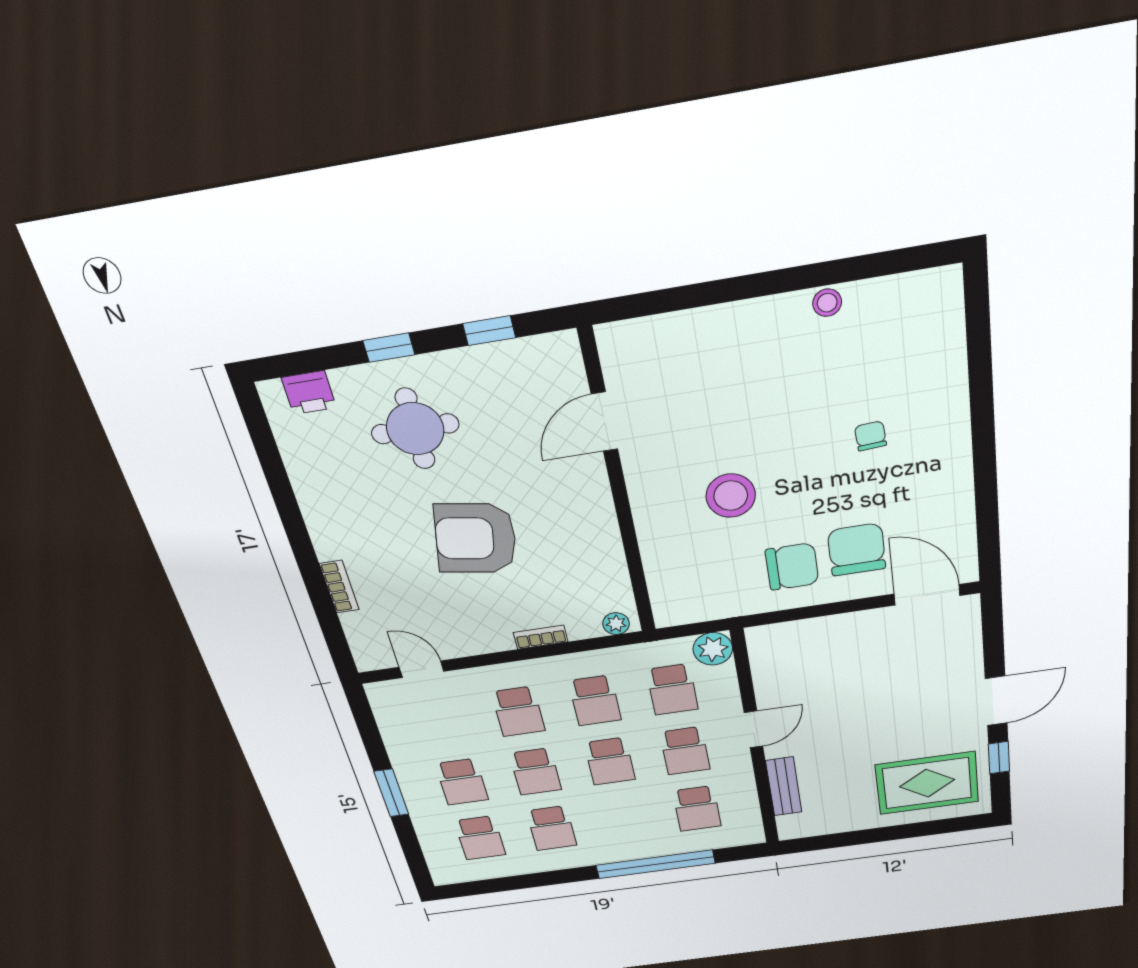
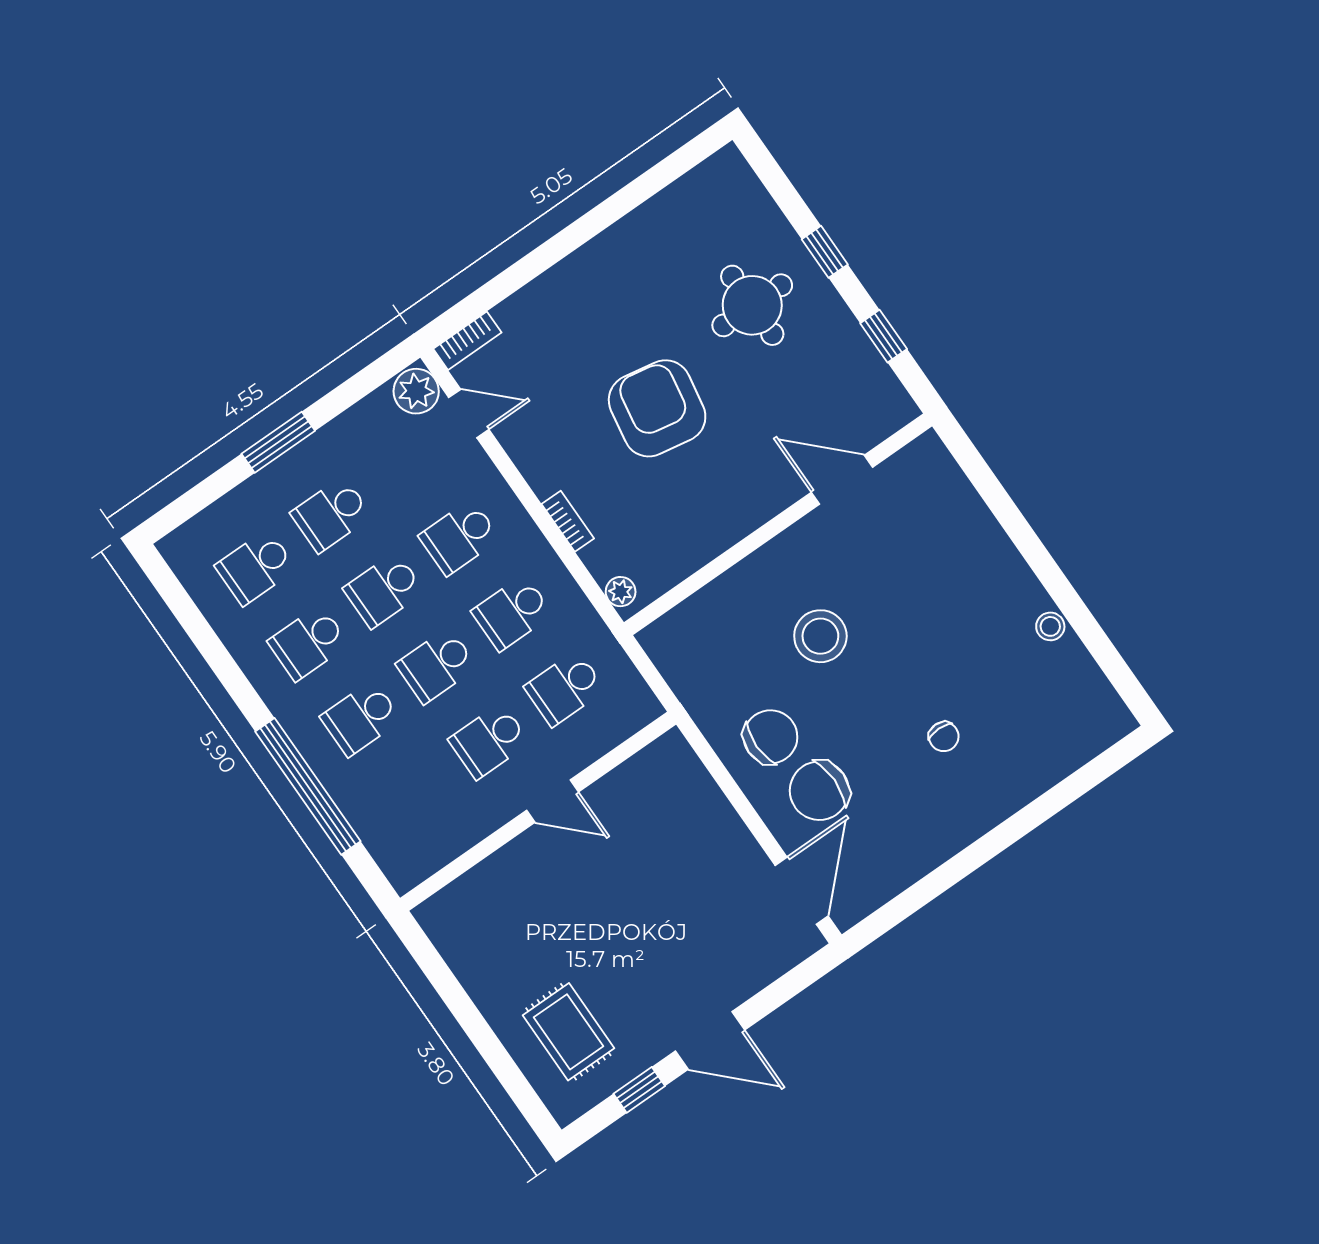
printer: (309, 393) -> (745, 194), removed
chair: (870, 436) -> (944, 737), turned 94
chair: (857, 550) -> (819, 791), turned 180
chair: (792, 567) -> (771, 737), turned -90
bookcase: (339, 587) -> (467, 341), moved
plant: (713, 649) -> (416, 391), moved
door: (422, 669) -> (469, 413), hinge flipped
rug: (927, 783) -> (569, 1032), width x0.73, depth x0.70
bench: (784, 786) -> (490, 875), removed
school desk: (697, 809) -> (361, 718), moved

